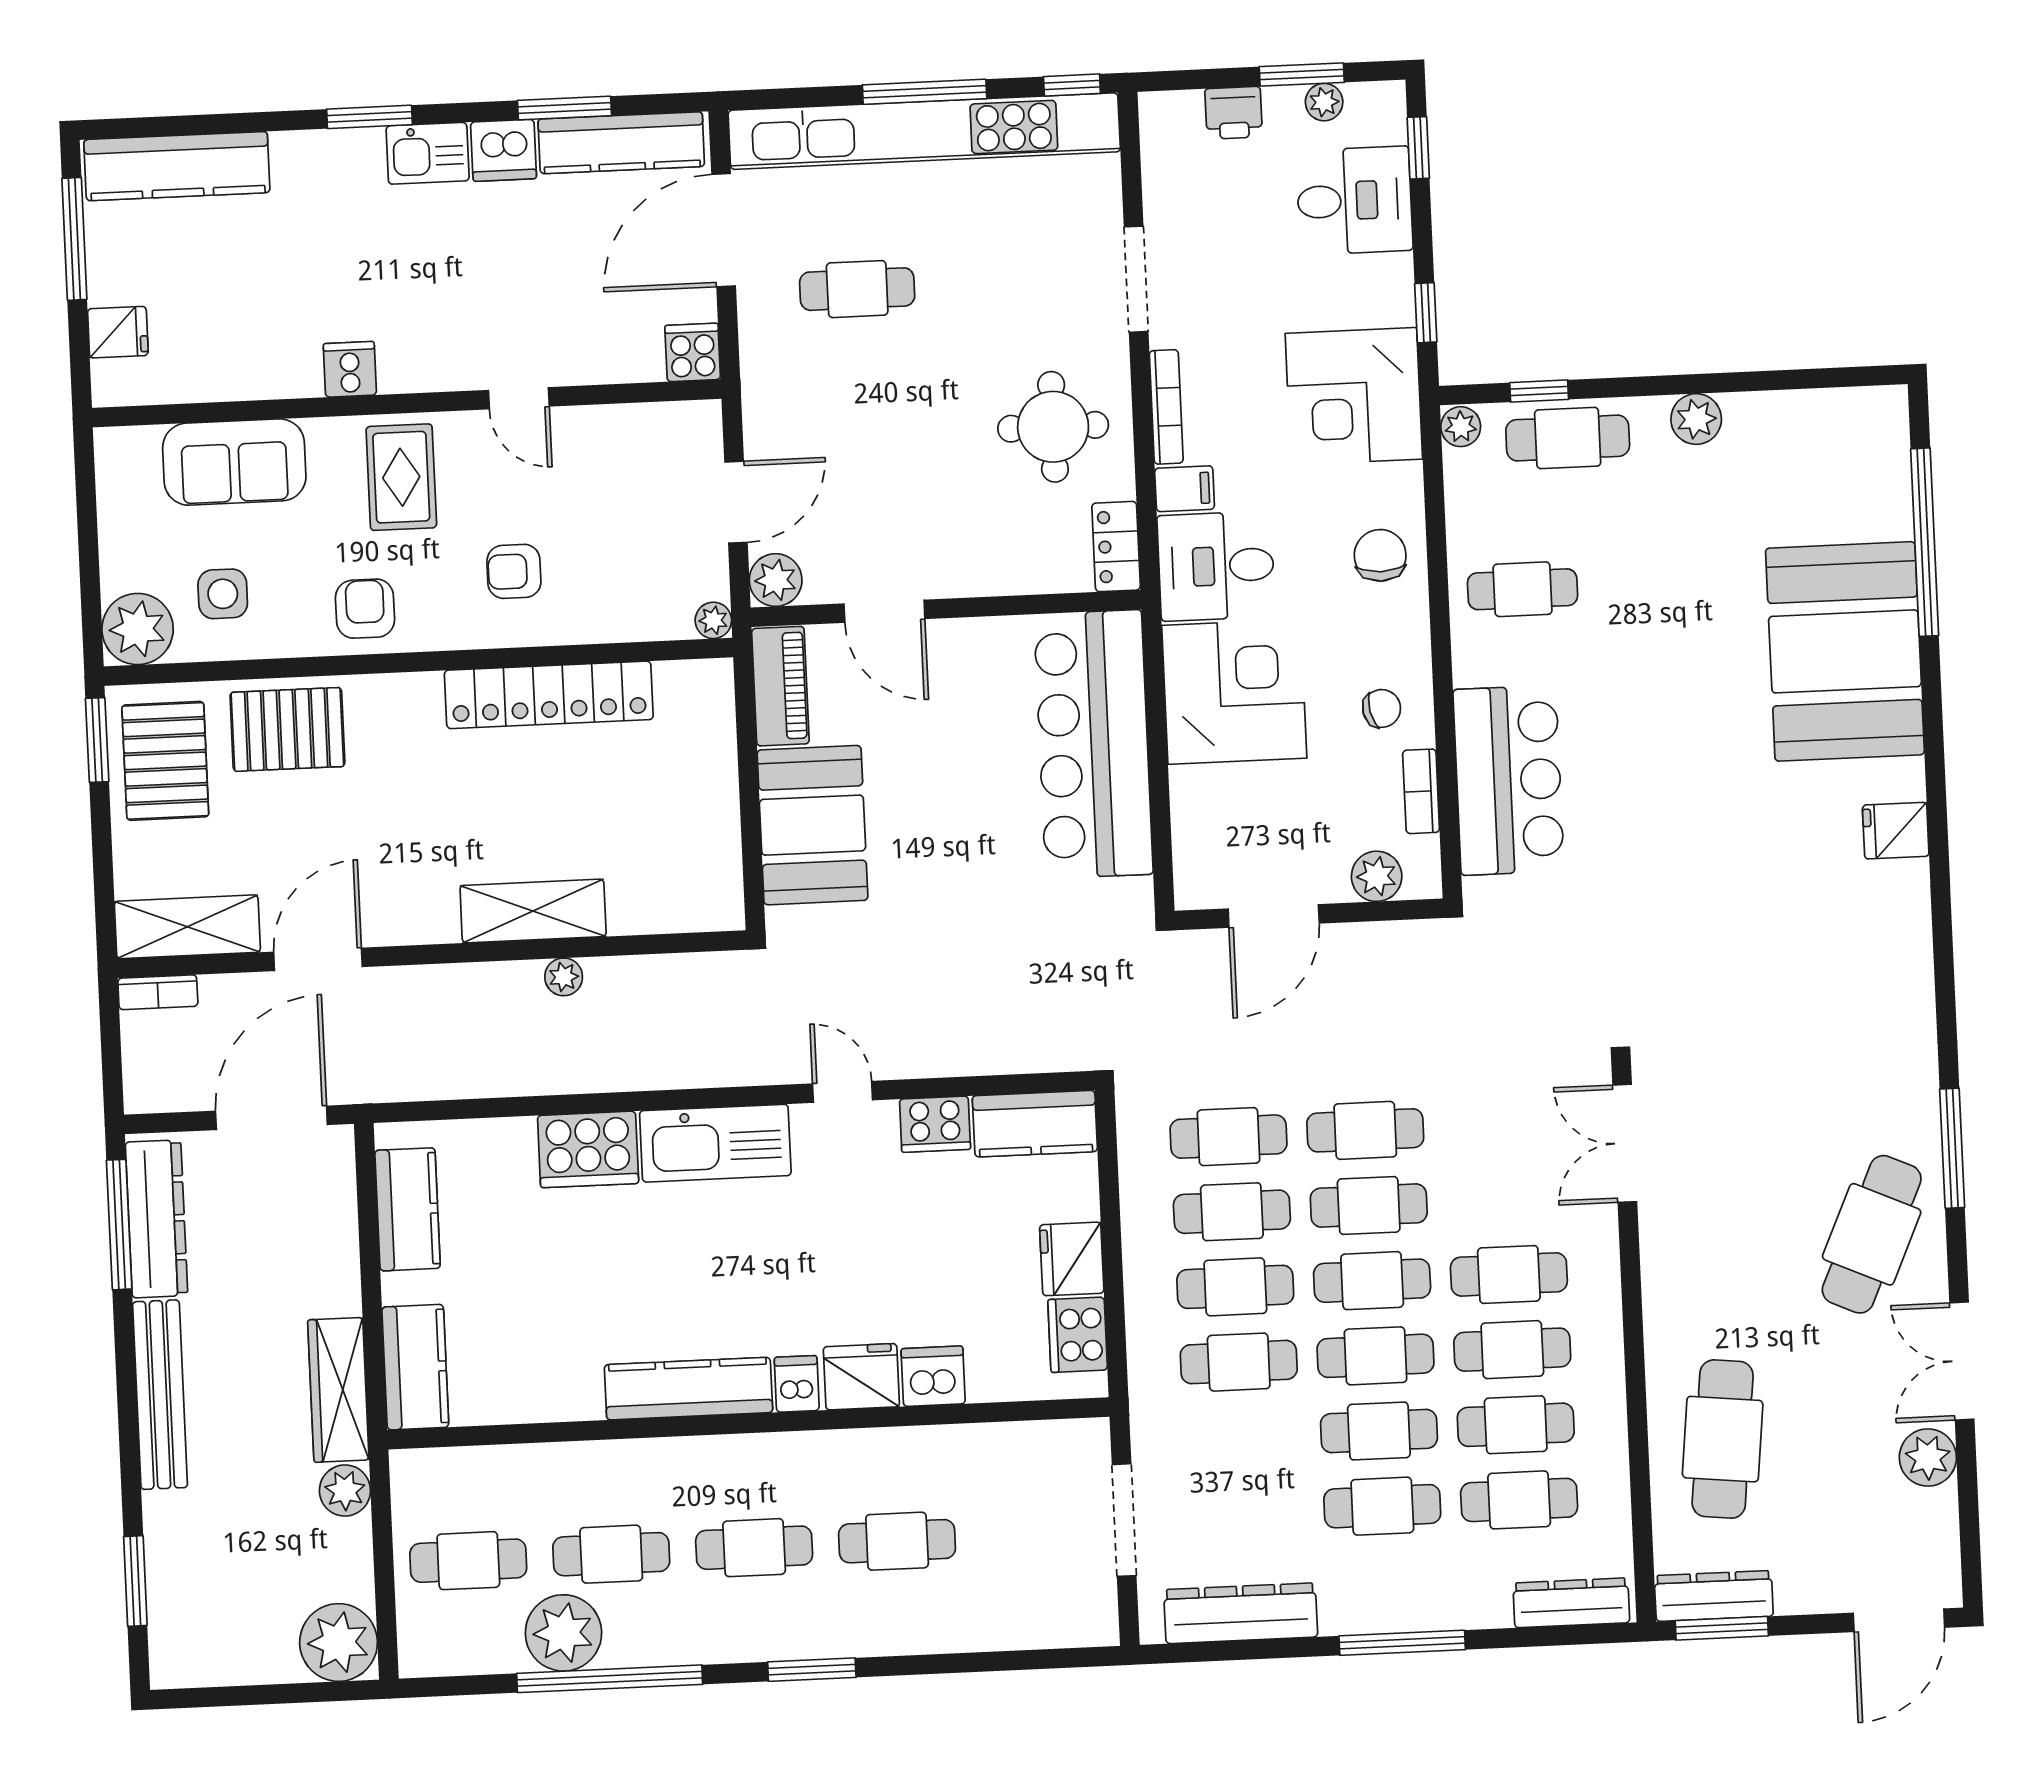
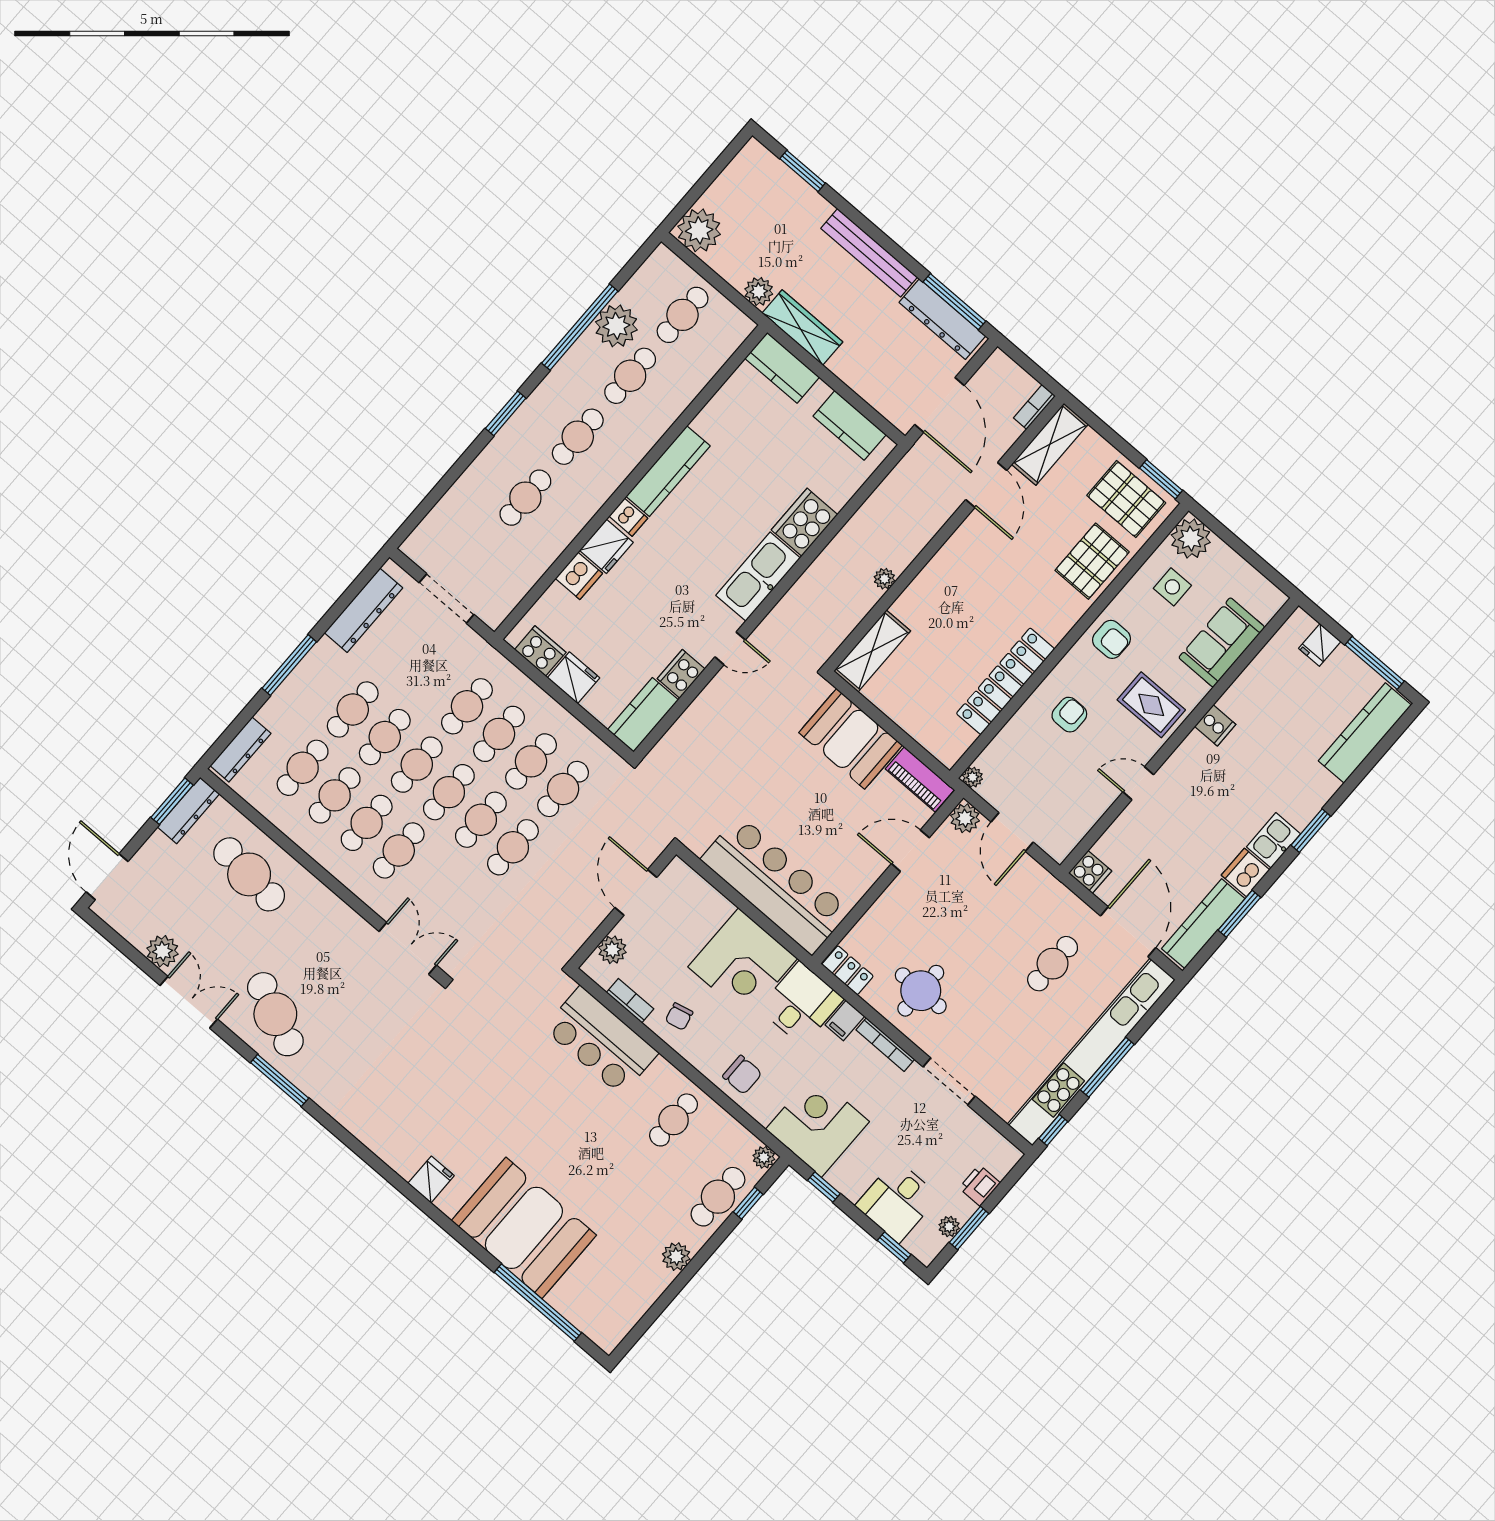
shelving: (533, 911) -> (872, 651), moved

